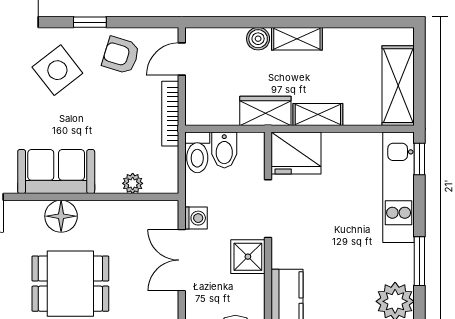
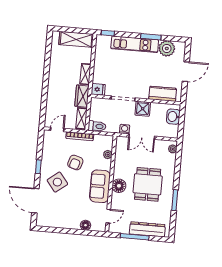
boiler: (258, 39) -> (51, 97), removed
shelving: (297, 39) -> (82, 118), moved
armchair: (121, 55) -> (75, 163), moved
door: (182, 59) -> (57, 129), swing flipped
bidet: (224, 150) -> (97, 115), removed
fridge: (296, 153) -> (98, 89), width x0.53, depth x0.75
kitchen unit: (399, 187) -> (135, 44), moved

